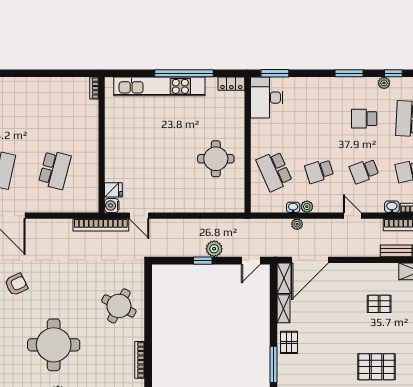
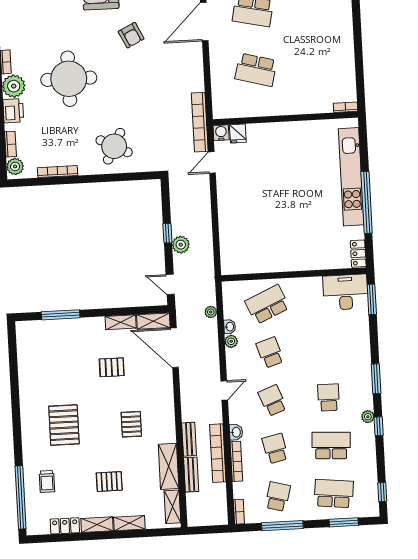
round table: (216, 159) -> (277, 241), removed
plant: (297, 224) -> (211, 312), moved
pallet: (289, 342) -> (112, 367), moved

